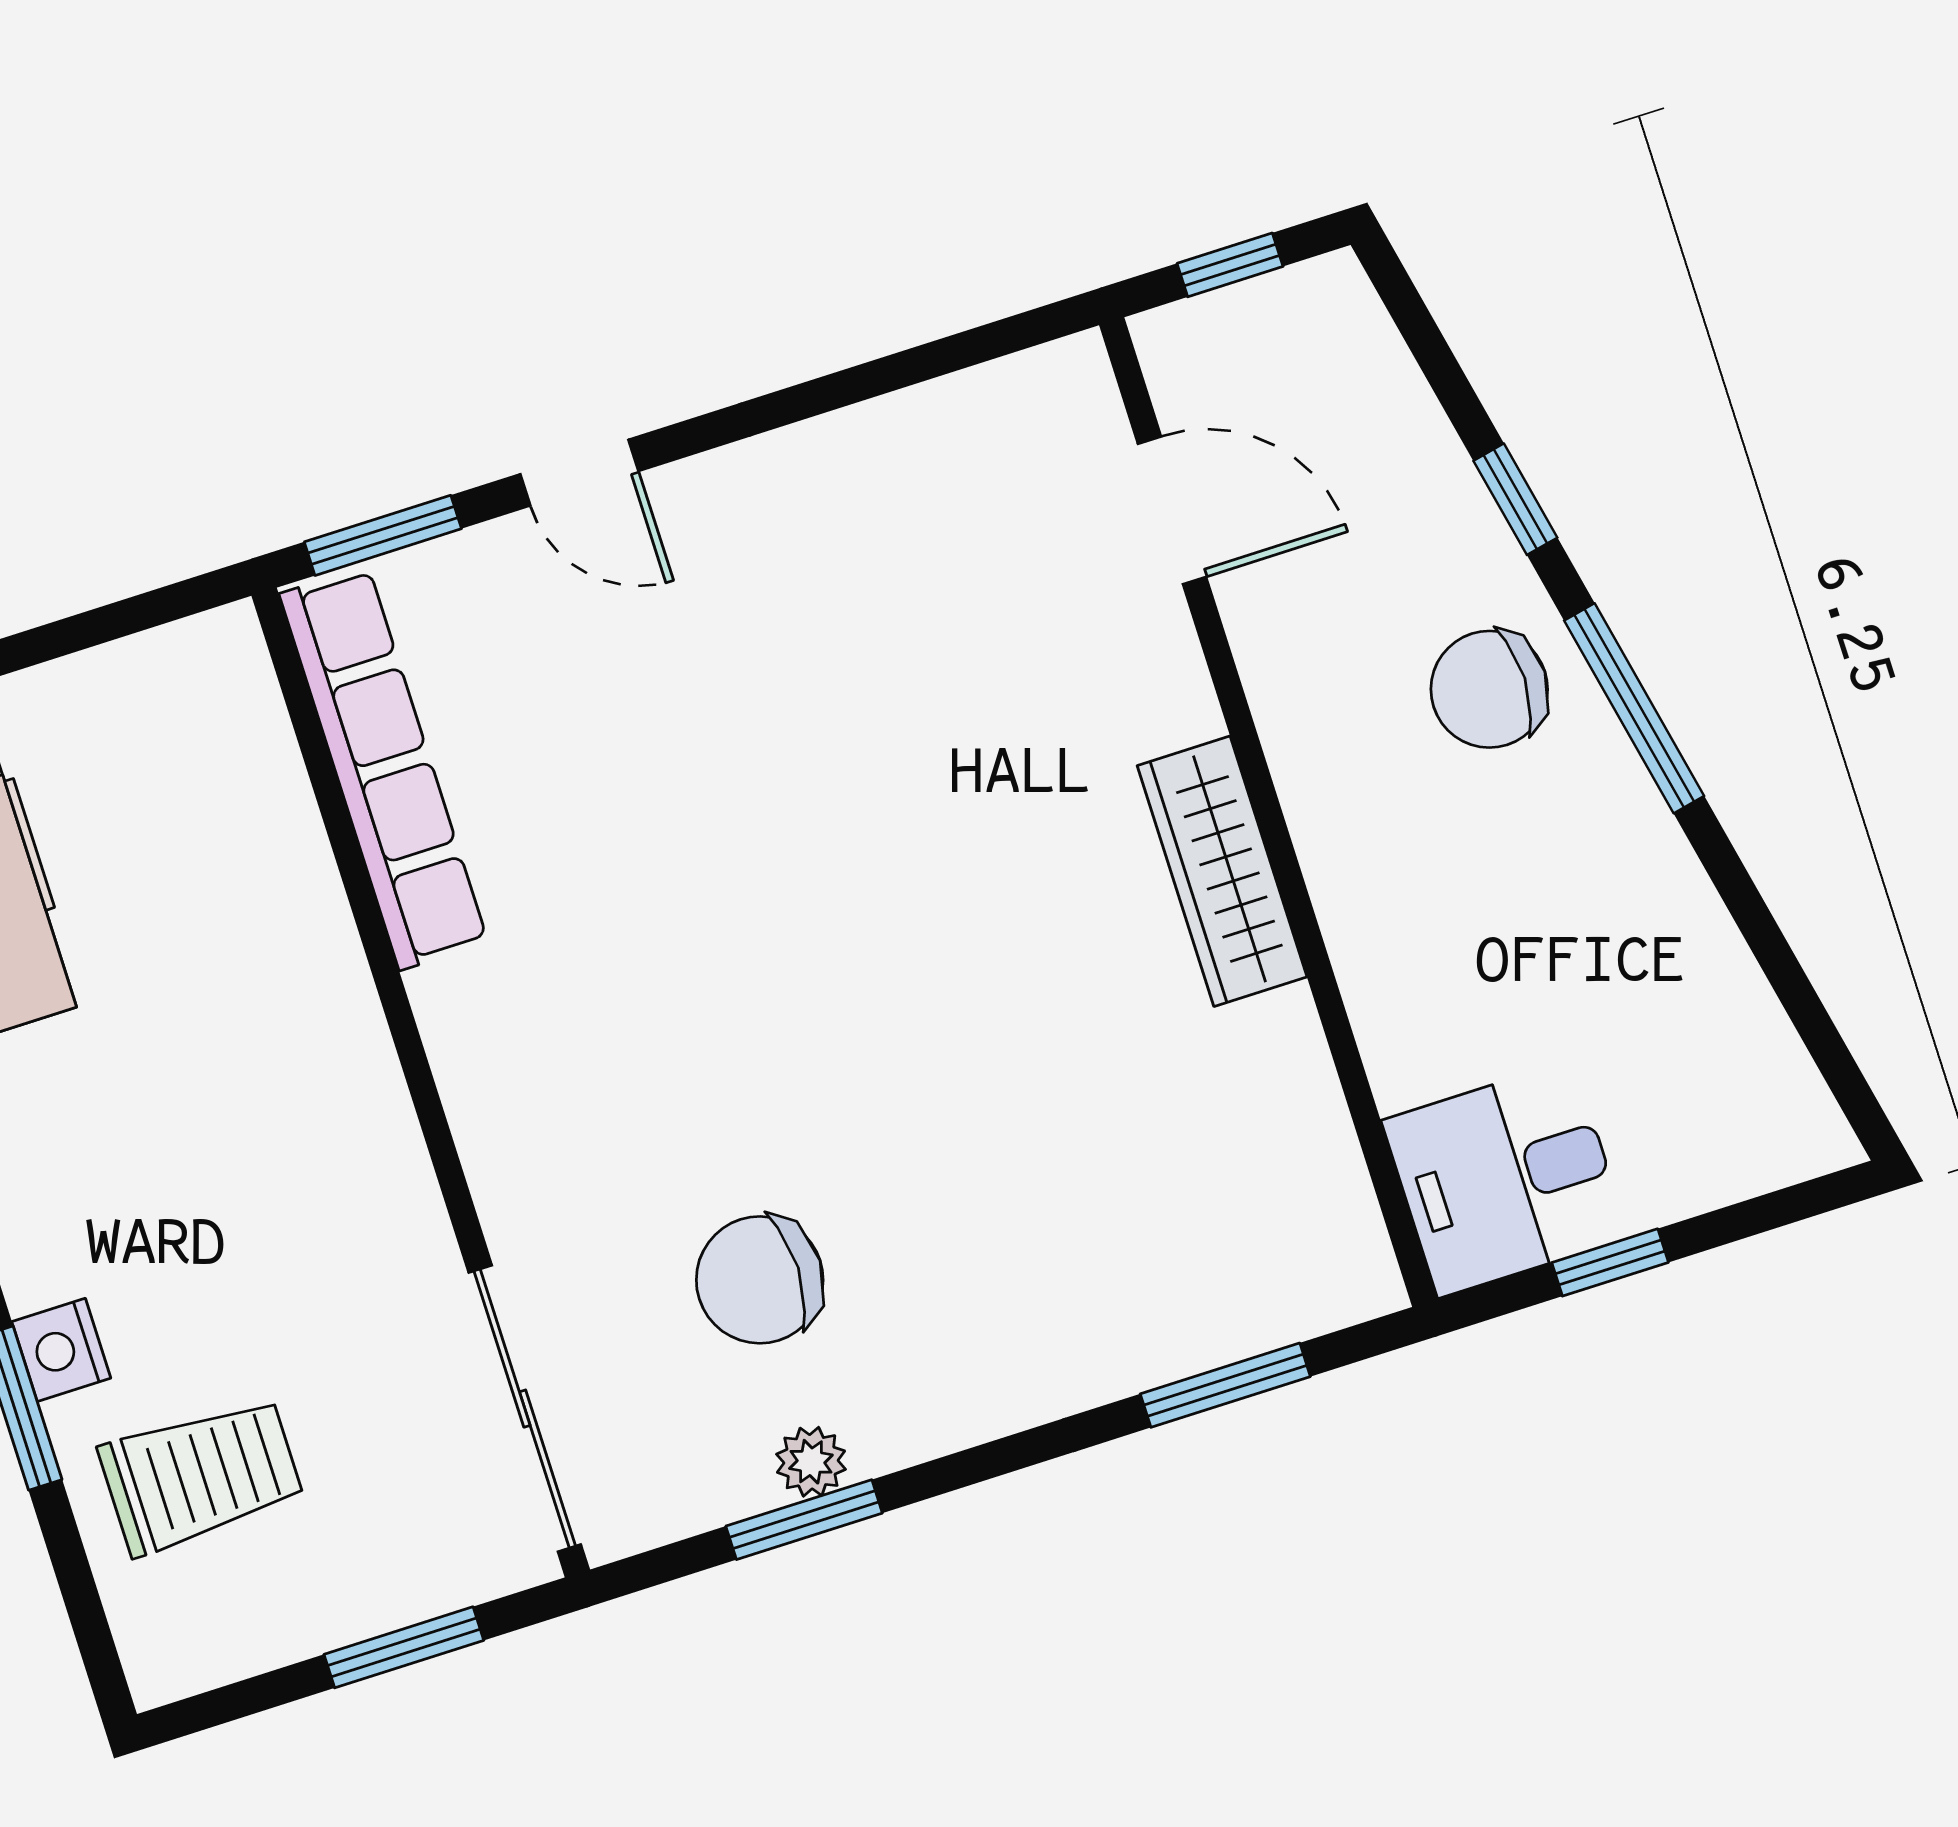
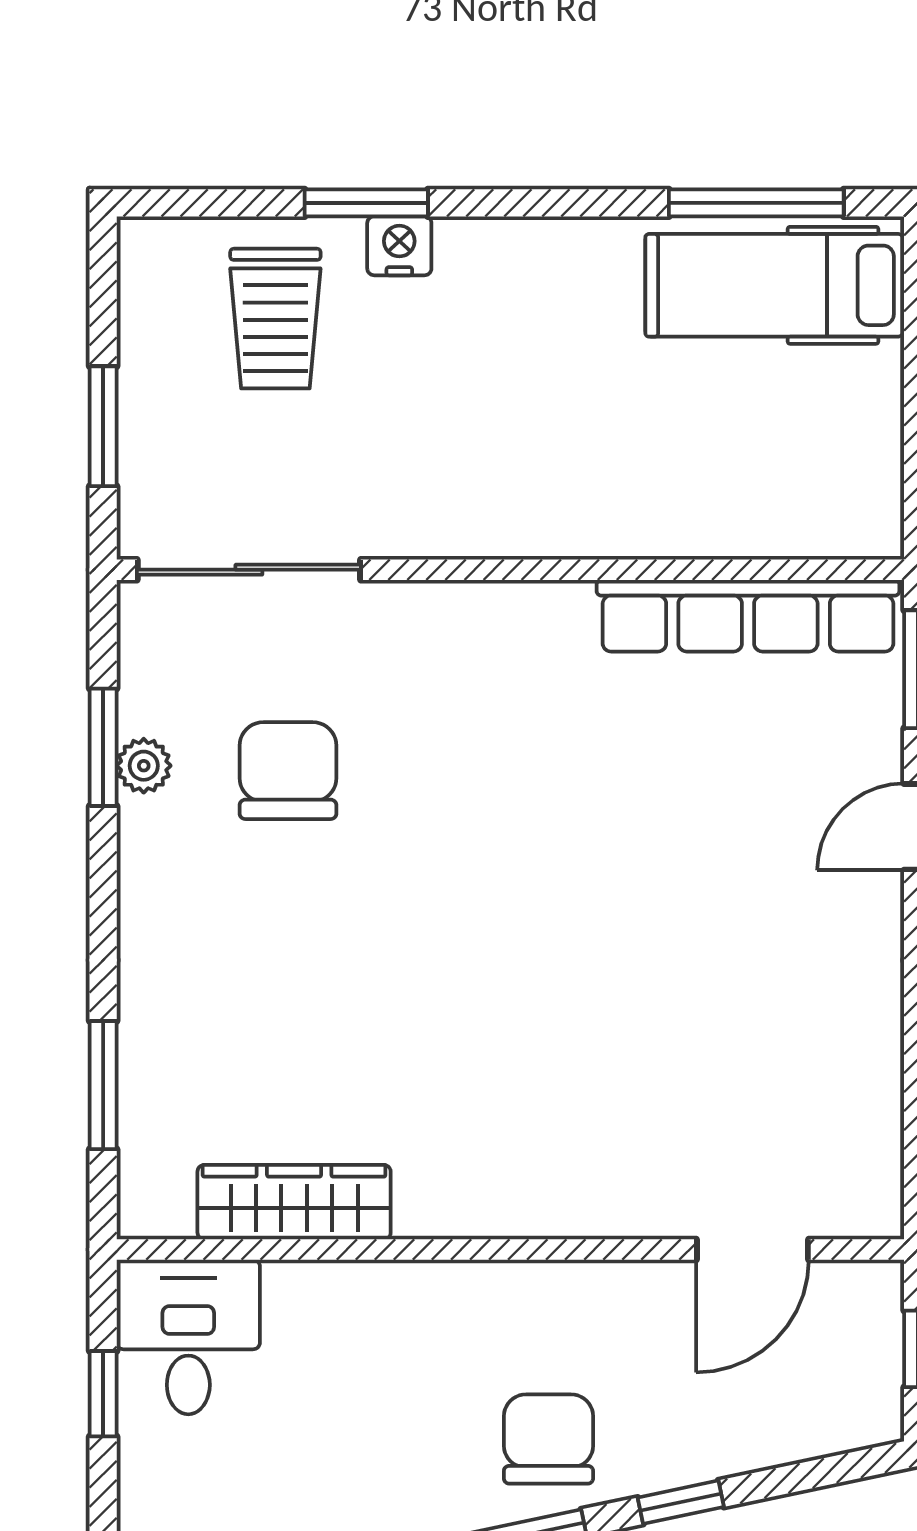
wardrobe: (1222, 871) -> (294, 1202), moved

